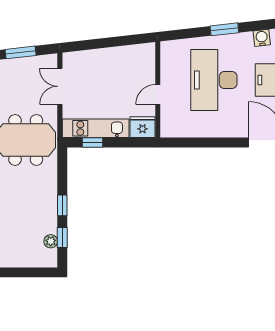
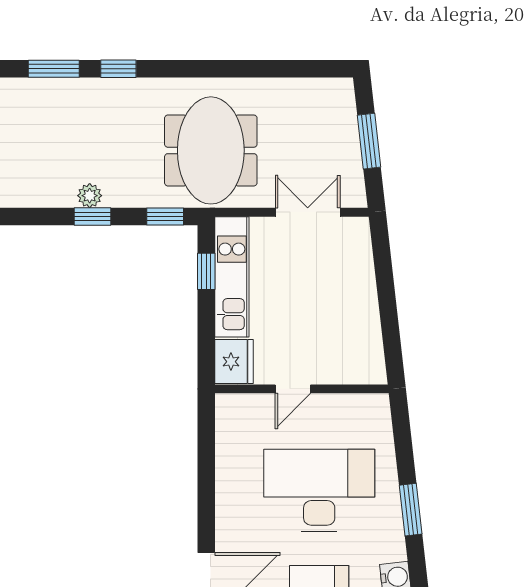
door: (158, 95) -> (293, 389), swing flipped
window: (62, 238) -> (165, 217), moved
plant: (51, 241) -> (90, 196), moved

